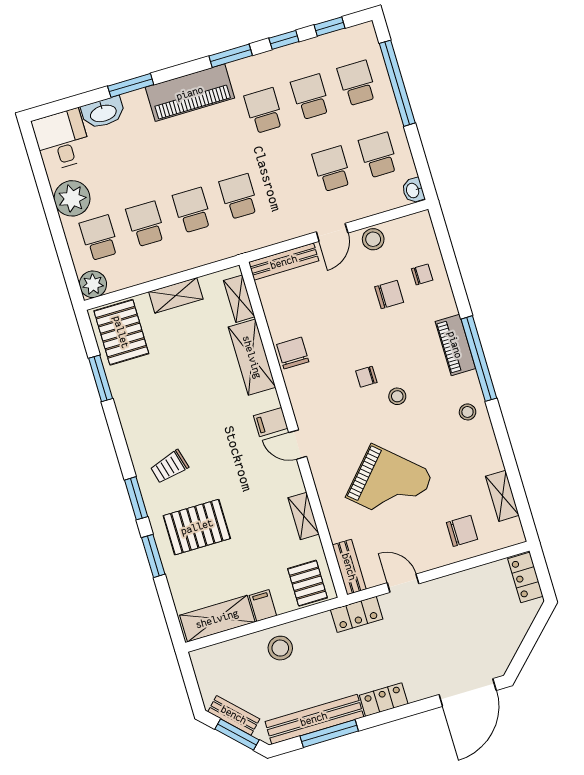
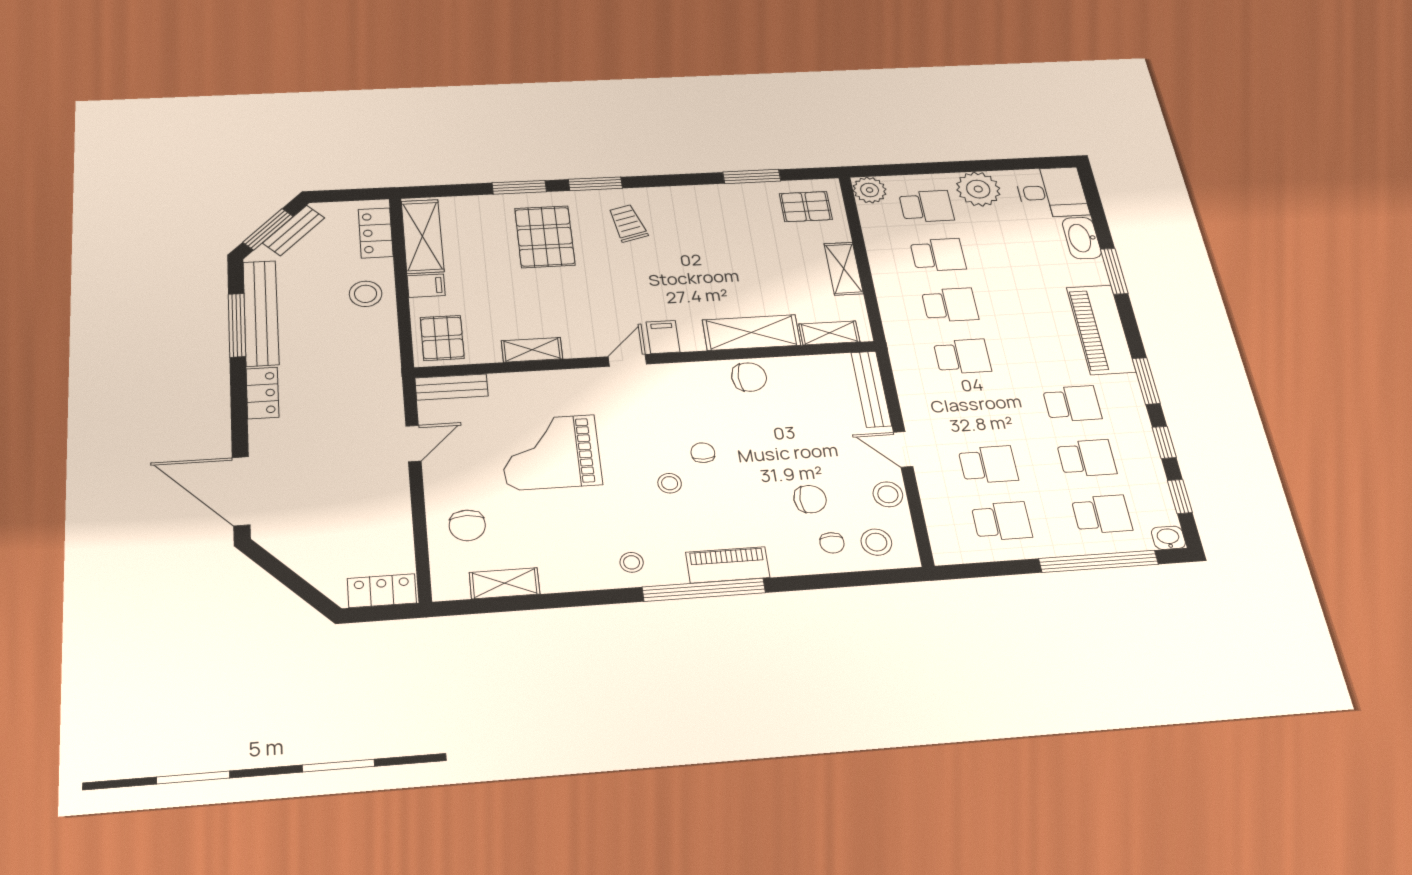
washbasin: (413, 190) -> (1168, 538), moved
stool: (415, 243) -> (876, 542), added
chair: (389, 295) -> (810, 499), turned -90
pallet: (121, 332) -> (806, 207), width x0.67, depth x0.71
grand piano: (390, 485) -> (551, 452), turned 48
pallet: (307, 583) -> (442, 338), turned 90
locker: (357, 614) -> (376, 233), moved

